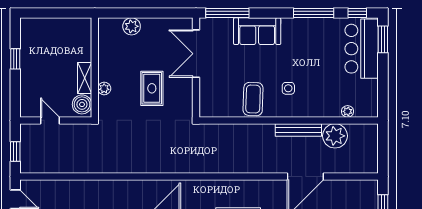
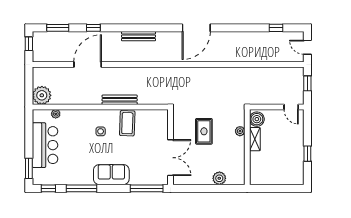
sofa: (257, 31) -> (111, 175), moved
bar counter: (362, 49) -> (45, 145), moved
door: (50, 120) -> (291, 107), moved
bench: (298, 130) -> (120, 100), moved
plant: (335, 136) -> (42, 95), moved

